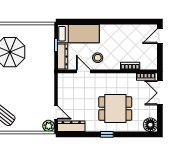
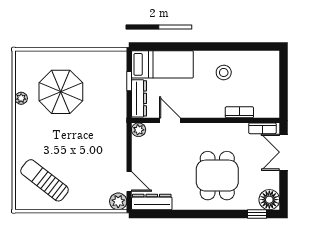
door: (160, 36) -> (284, 68), removed
stool: (98, 58) -> (224, 72), moved
plant: (62, 78) -> (139, 130), added
dining table: (115, 109) -> (217, 176), turned 90
window: (107, 134) -> (257, 214), moved

